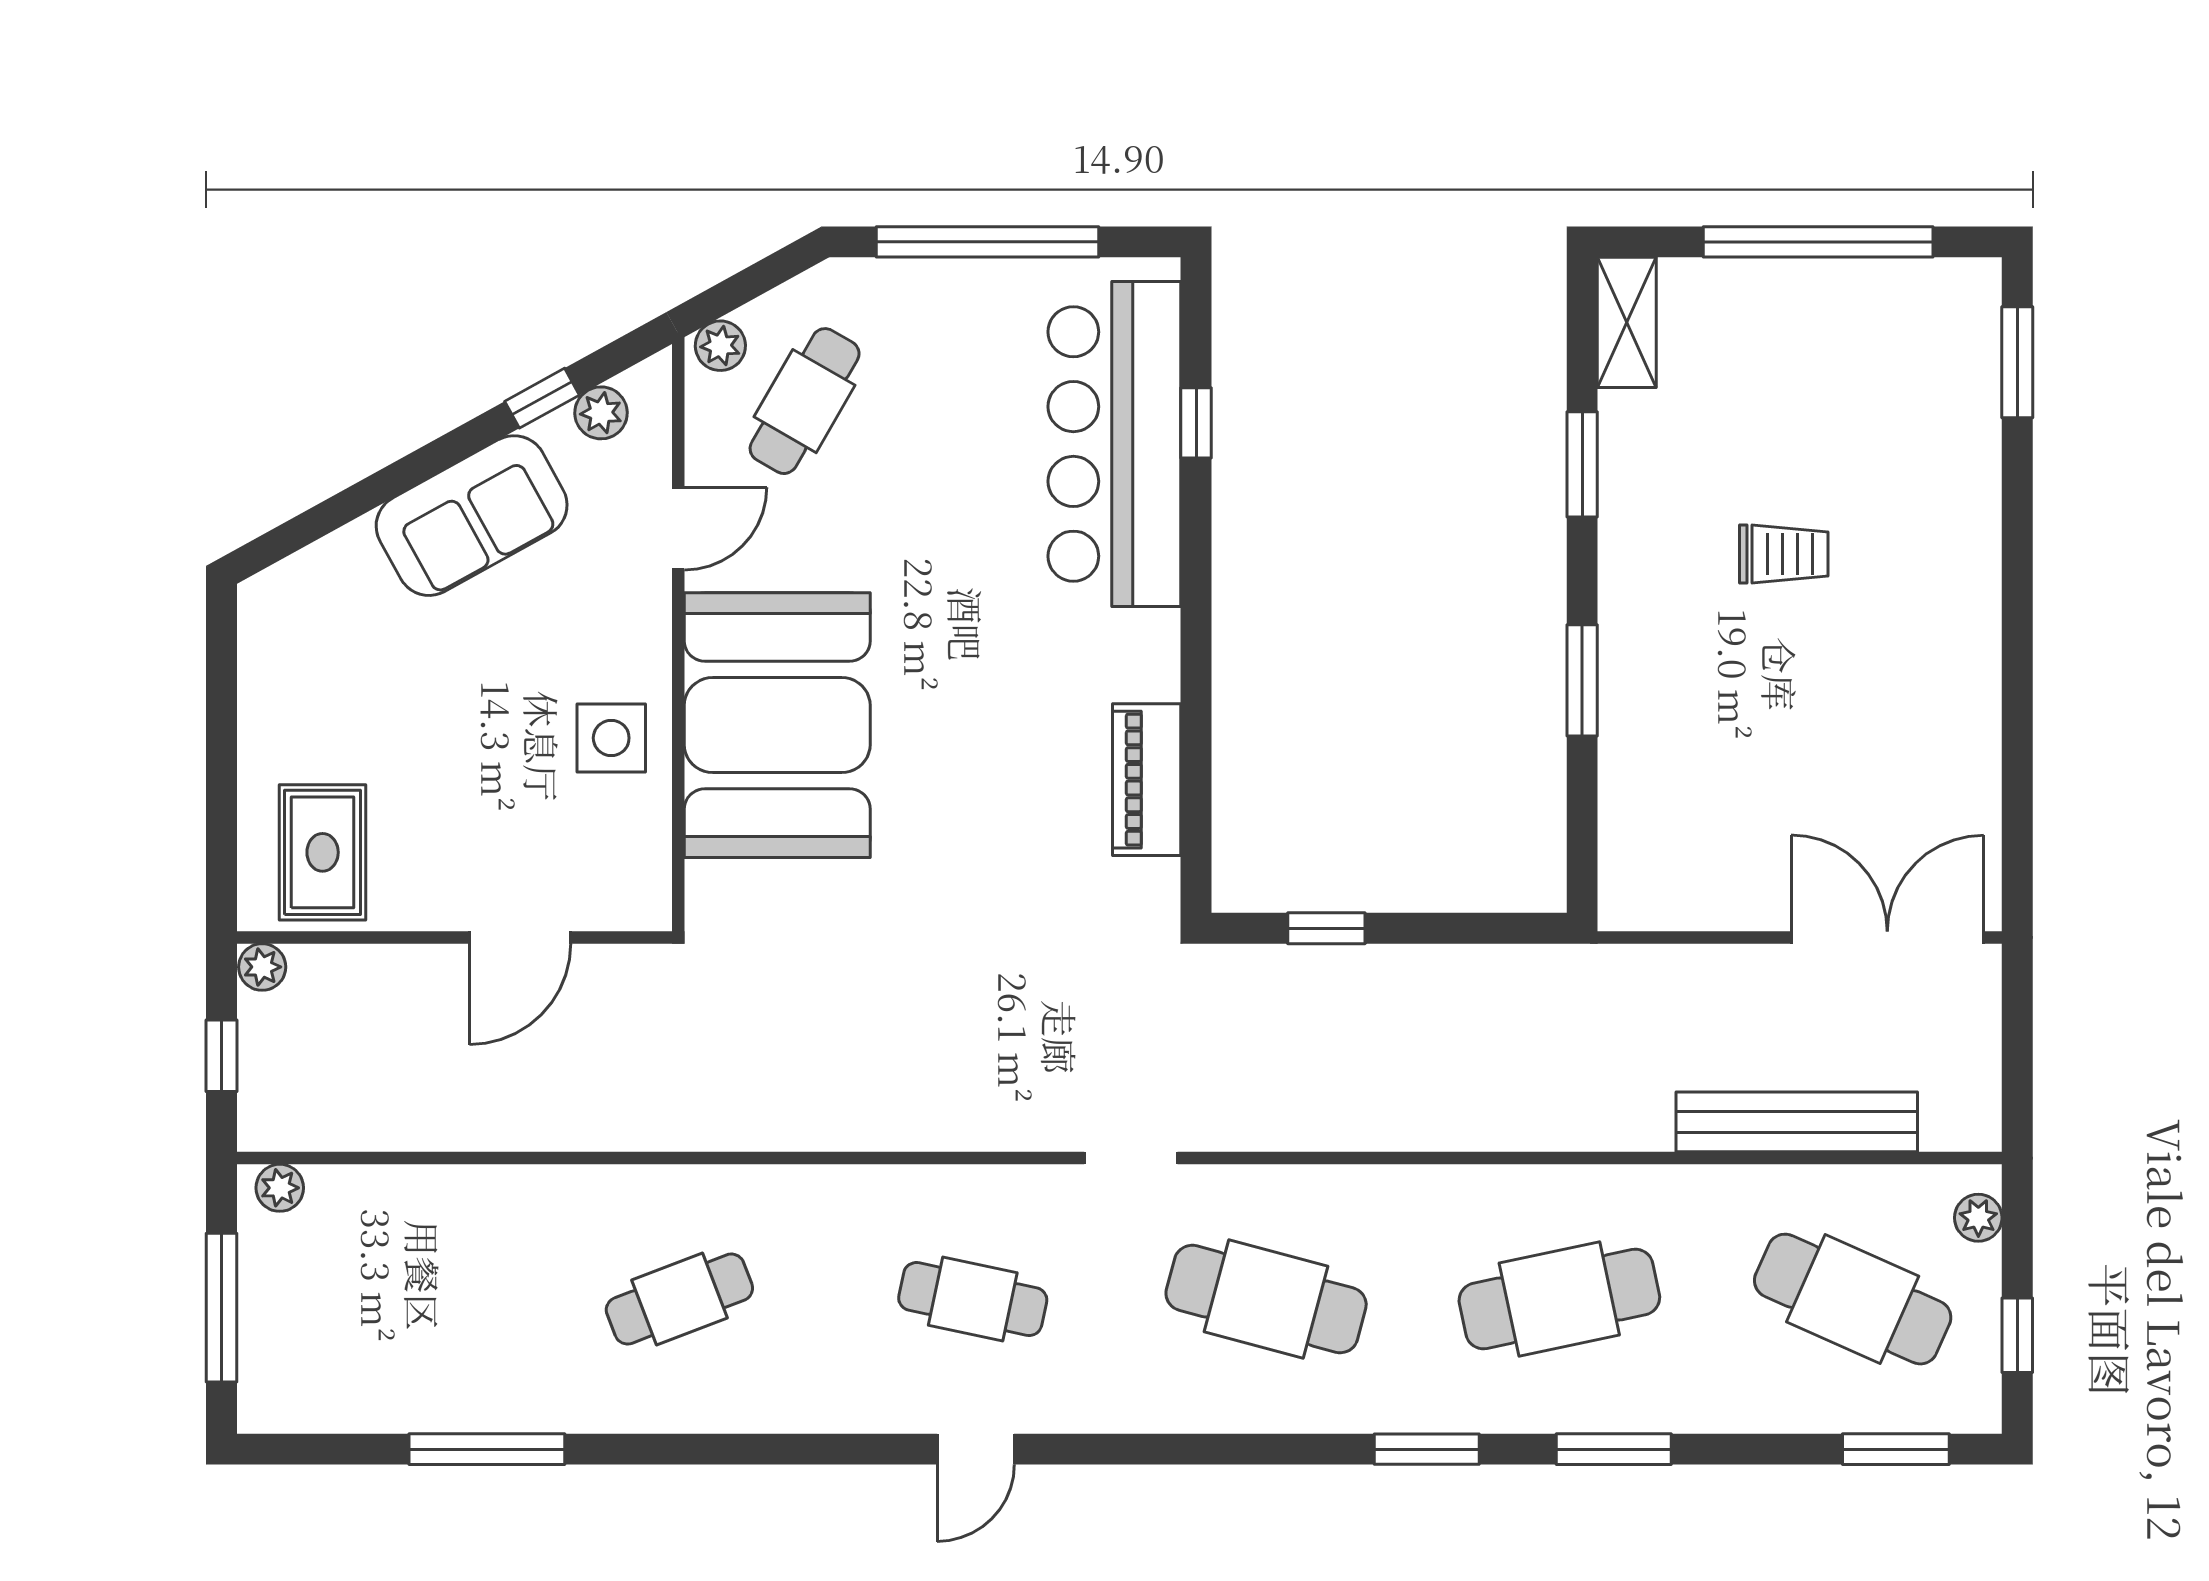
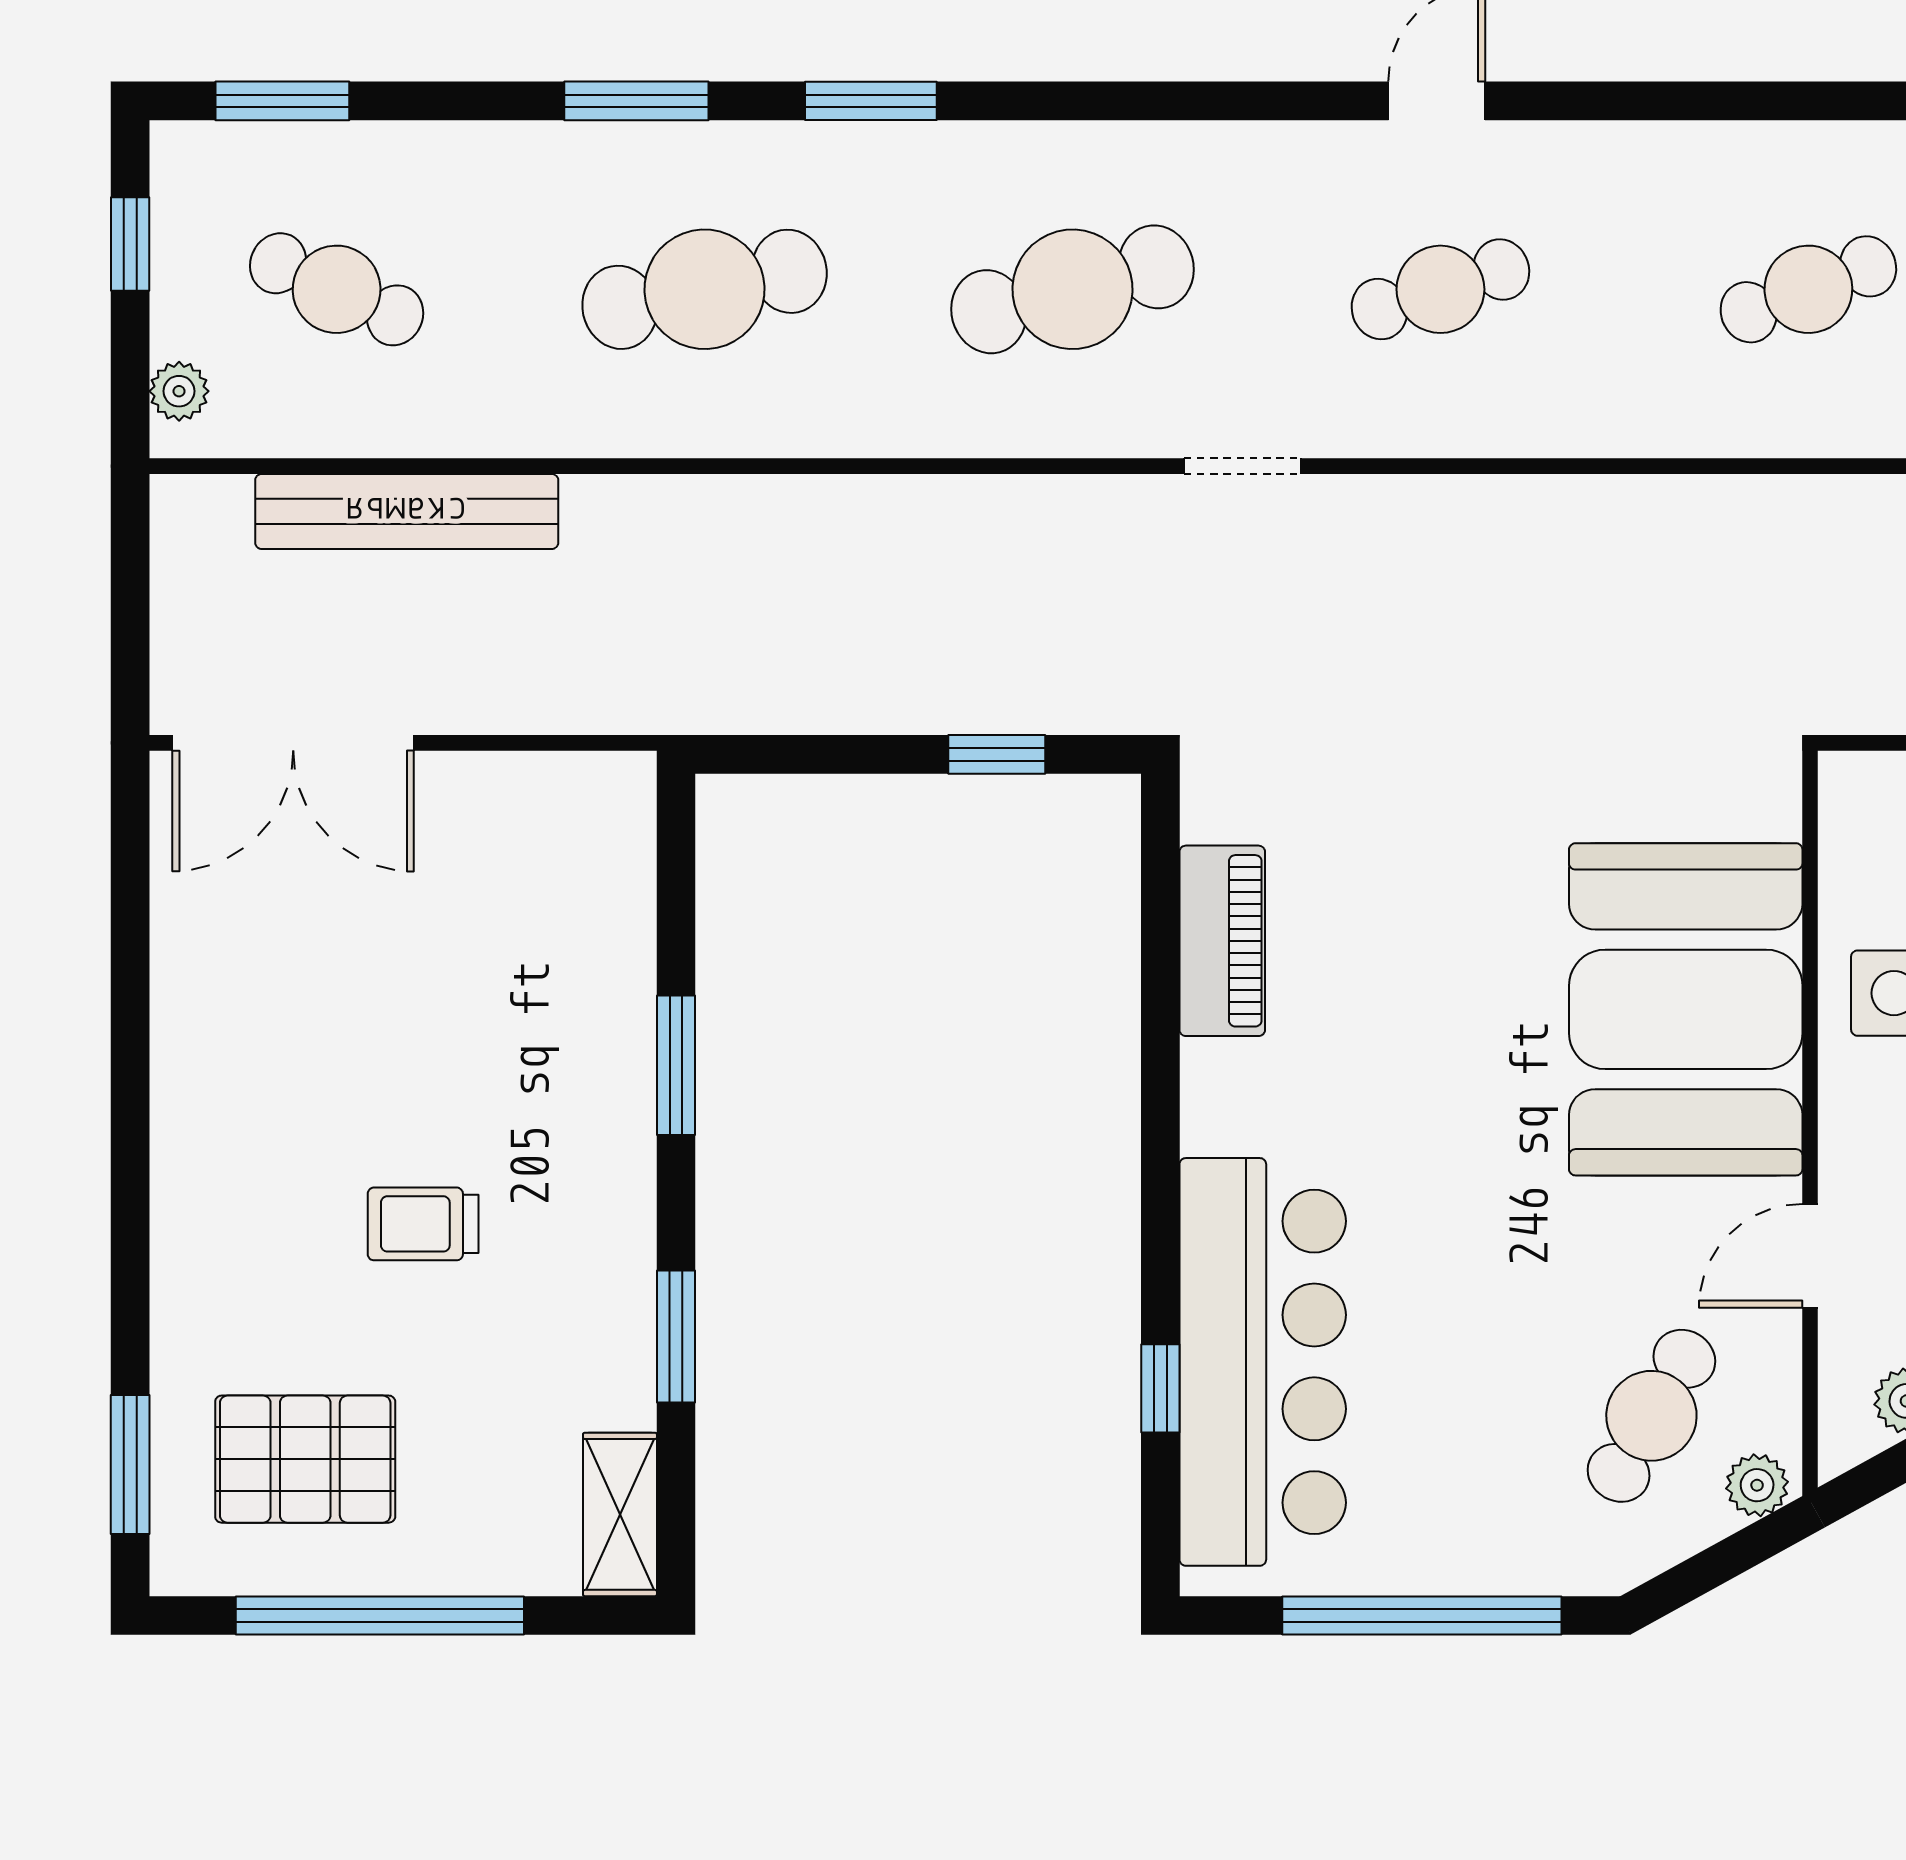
pallet: (1878, 367) -> (305, 1459), added
cafe table: (973, 1299) -> (1440, 289), turned -30
cafe table: (1266, 1299) -> (1072, 289), turned -30
cafe table: (1853, 1299) -> (337, 289), width x0.73, depth x0.74

